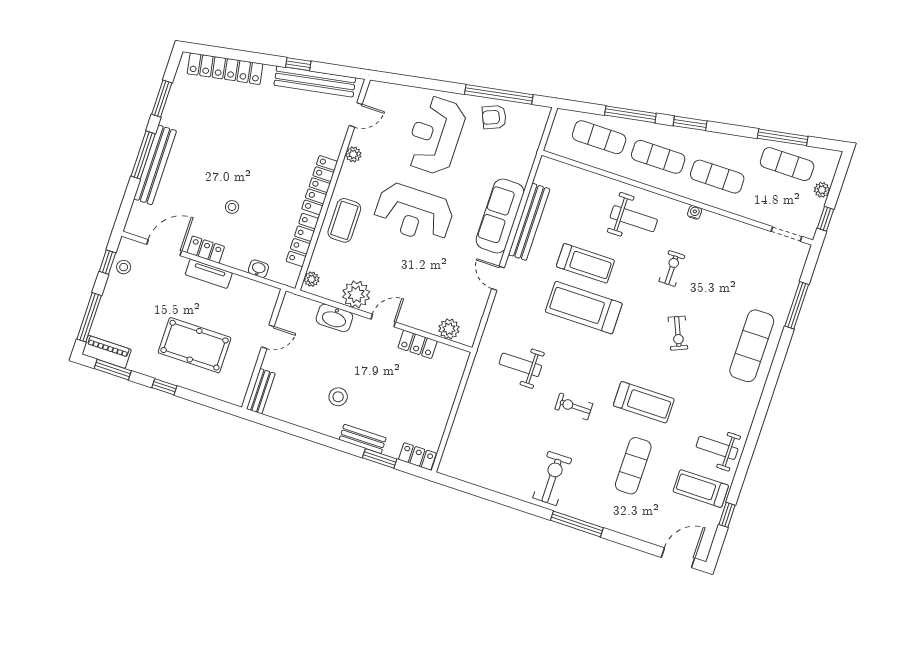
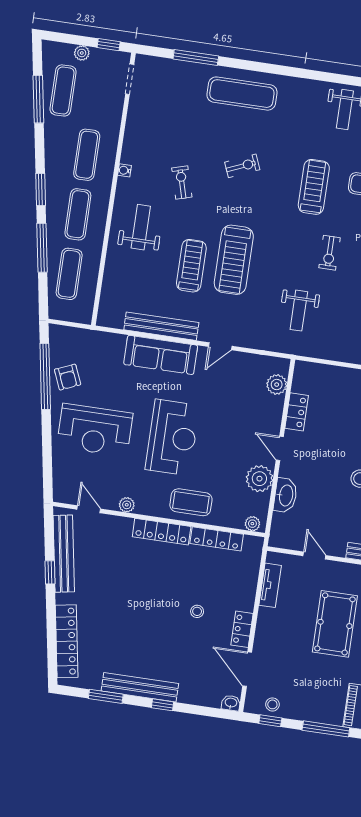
window: (143, 155) -> (162, 705), width x0.46
bench: (155, 165) -> (140, 687), moved
washbasin: (258, 269) -> (231, 703), moved, turned 90
exercise bike: (672, 269) -> (182, 183), turned 74
tv unit: (209, 274) -> (270, 585), moved

